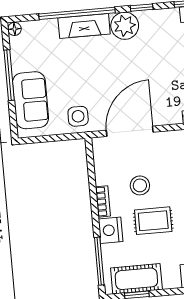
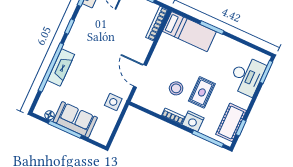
plant: (125, 26) -> (75, 43), removed
floor lamp: (14, 29) -> (50, 115), moved
sofa: (31, 100) -> (75, 120), moved
door: (130, 131) -> (140, 76), width x0.73

